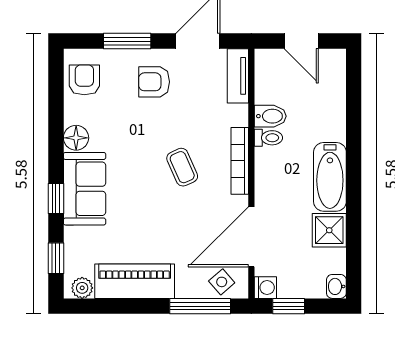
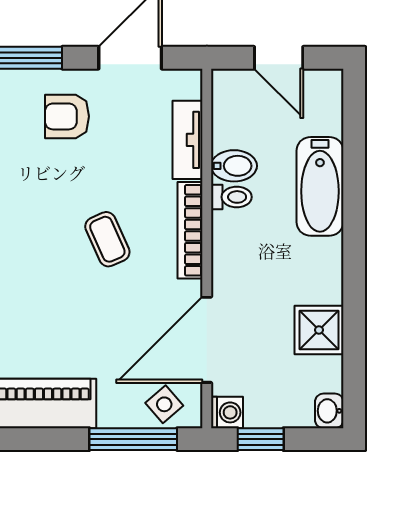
tv unit: (238, 76) -> (187, 140), moved
bathtub: (330, 177) -> (320, 186), moved

